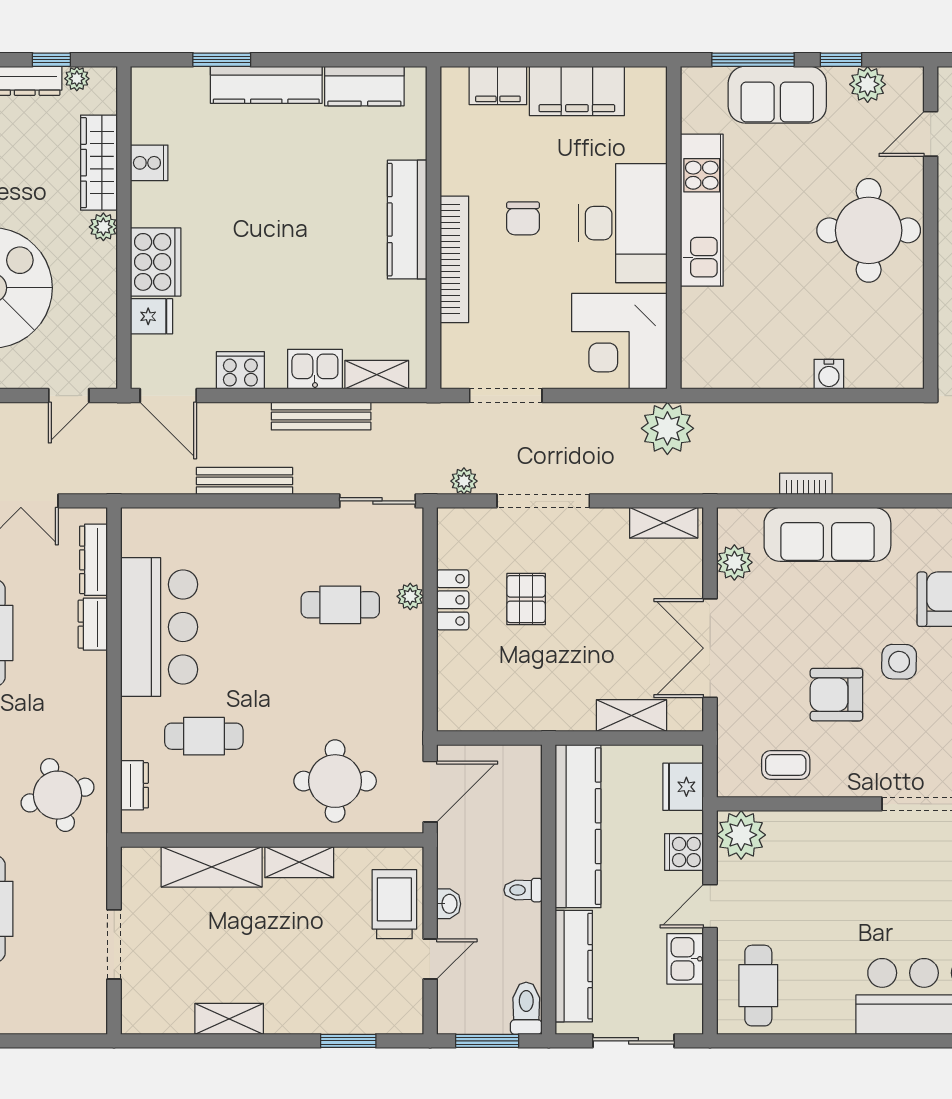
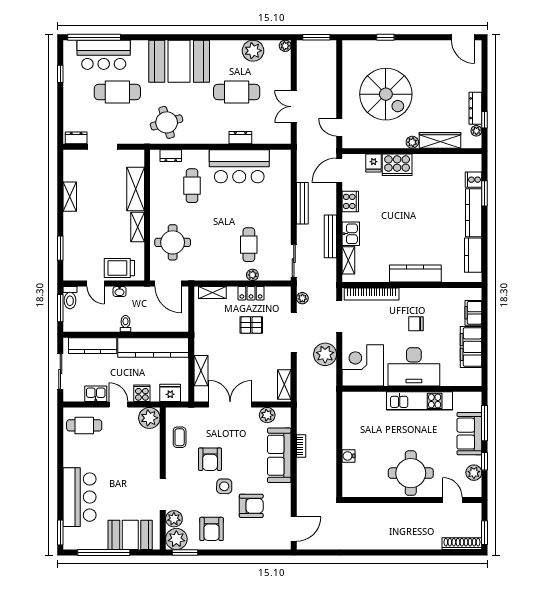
cooker: (149, 163) -> (474, 180), moved, turned 90
bookcase: (454, 259) -> (372, 294), moved
plant: (667, 428) -> (325, 354), moved
dresser: (93, 560) -> (76, 138), moved, width x0.70
shelving: (451, 689) -> (212, 293), added
armchair: (836, 695) -> (210, 459), turned 180
trolley: (394, 904) -> (119, 268), turned 180
toilet: (526, 1008) -> (70, 298), moved, turned 90

